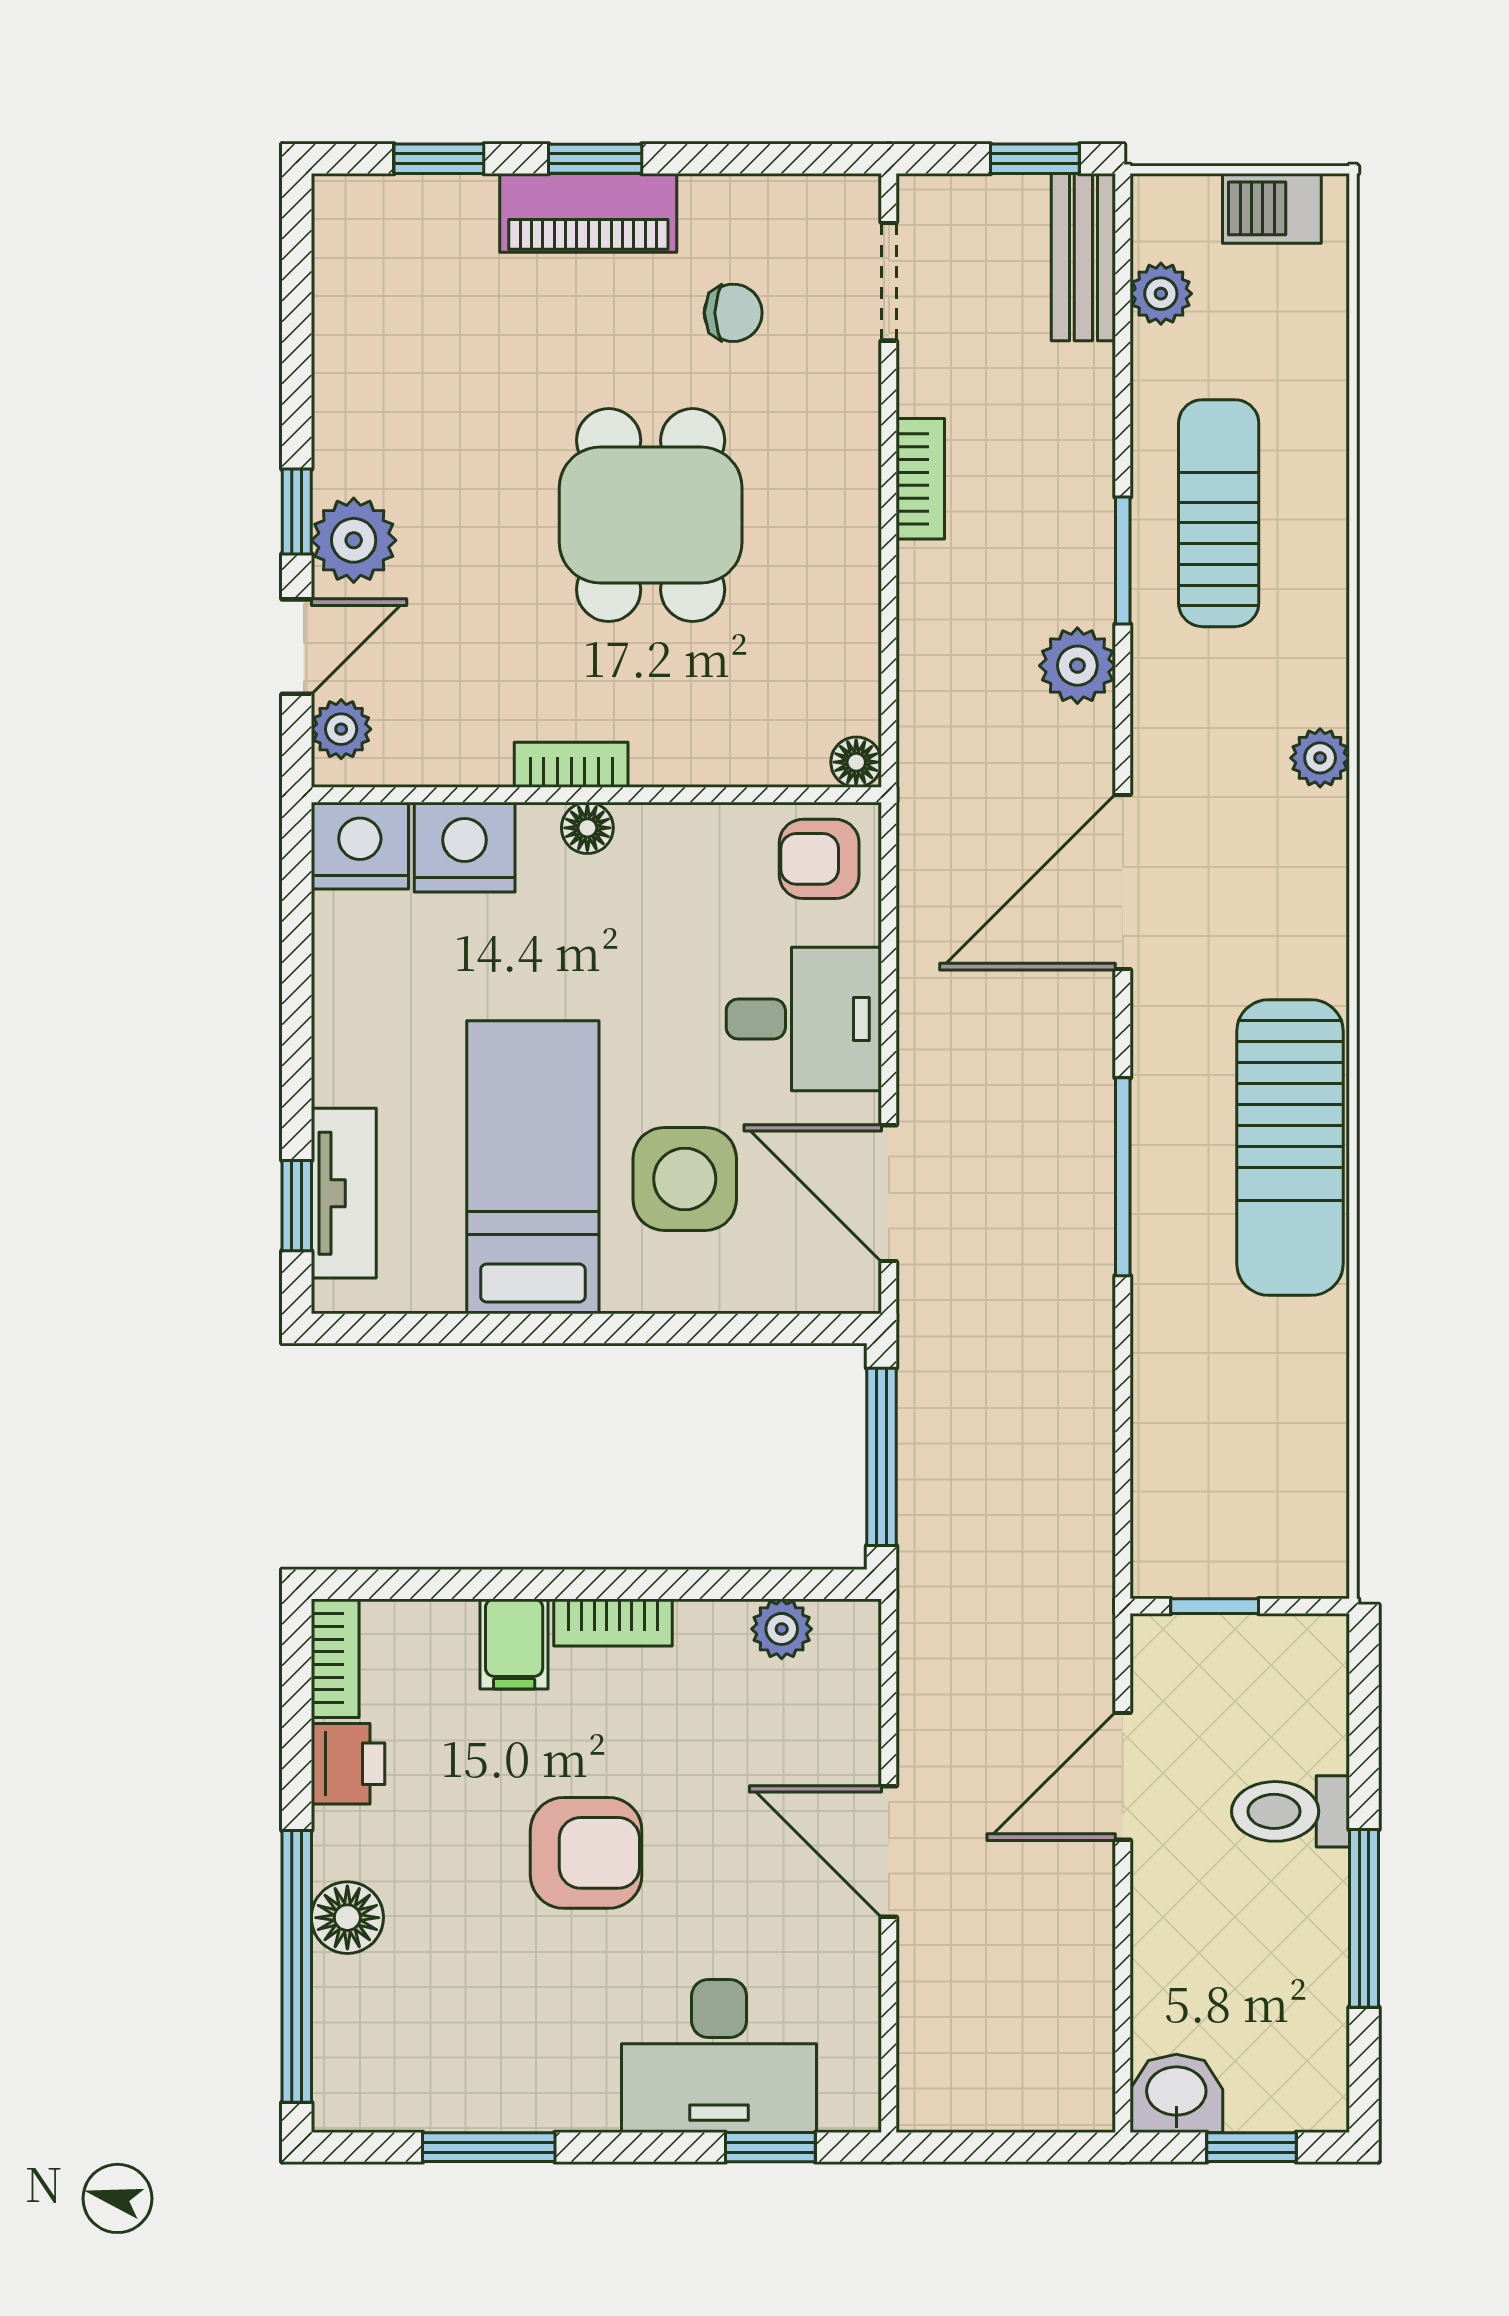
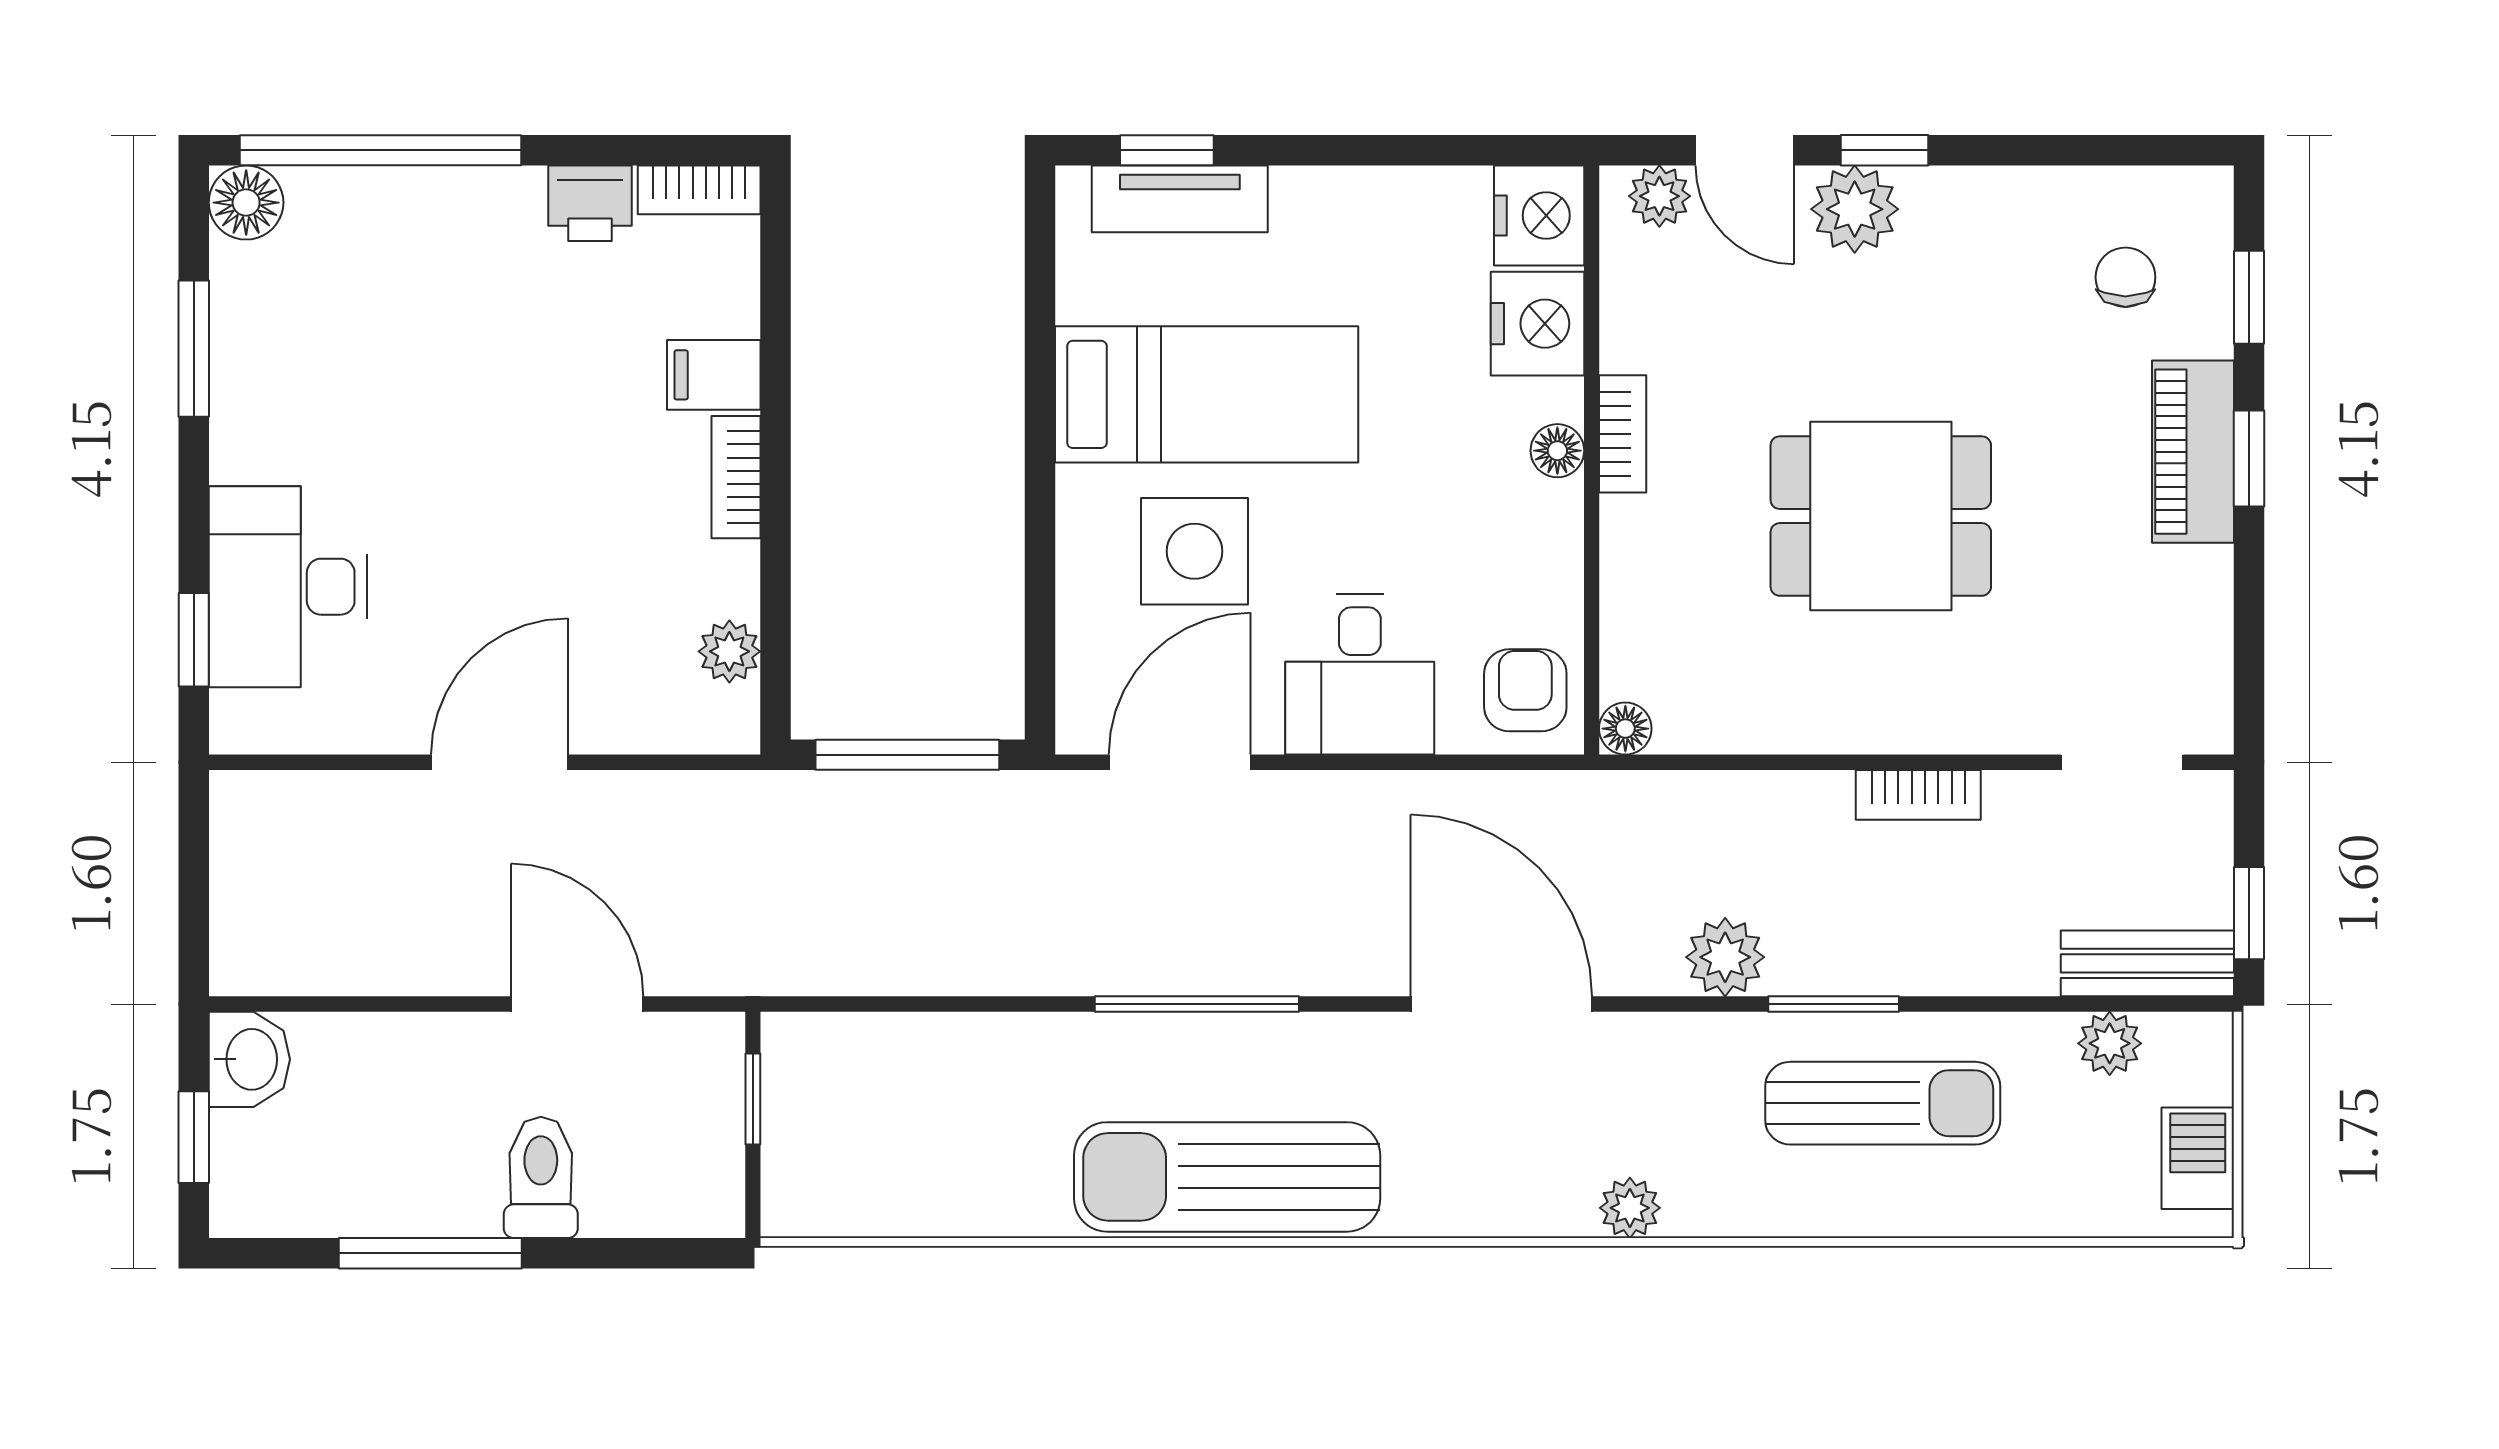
chair: (733, 313) -> (2125, 277), moved, turned 180
armchair: (586, 1853) -> (498, 449), removed
floor lamp: (347, 1918) -> (246, 203), moved

